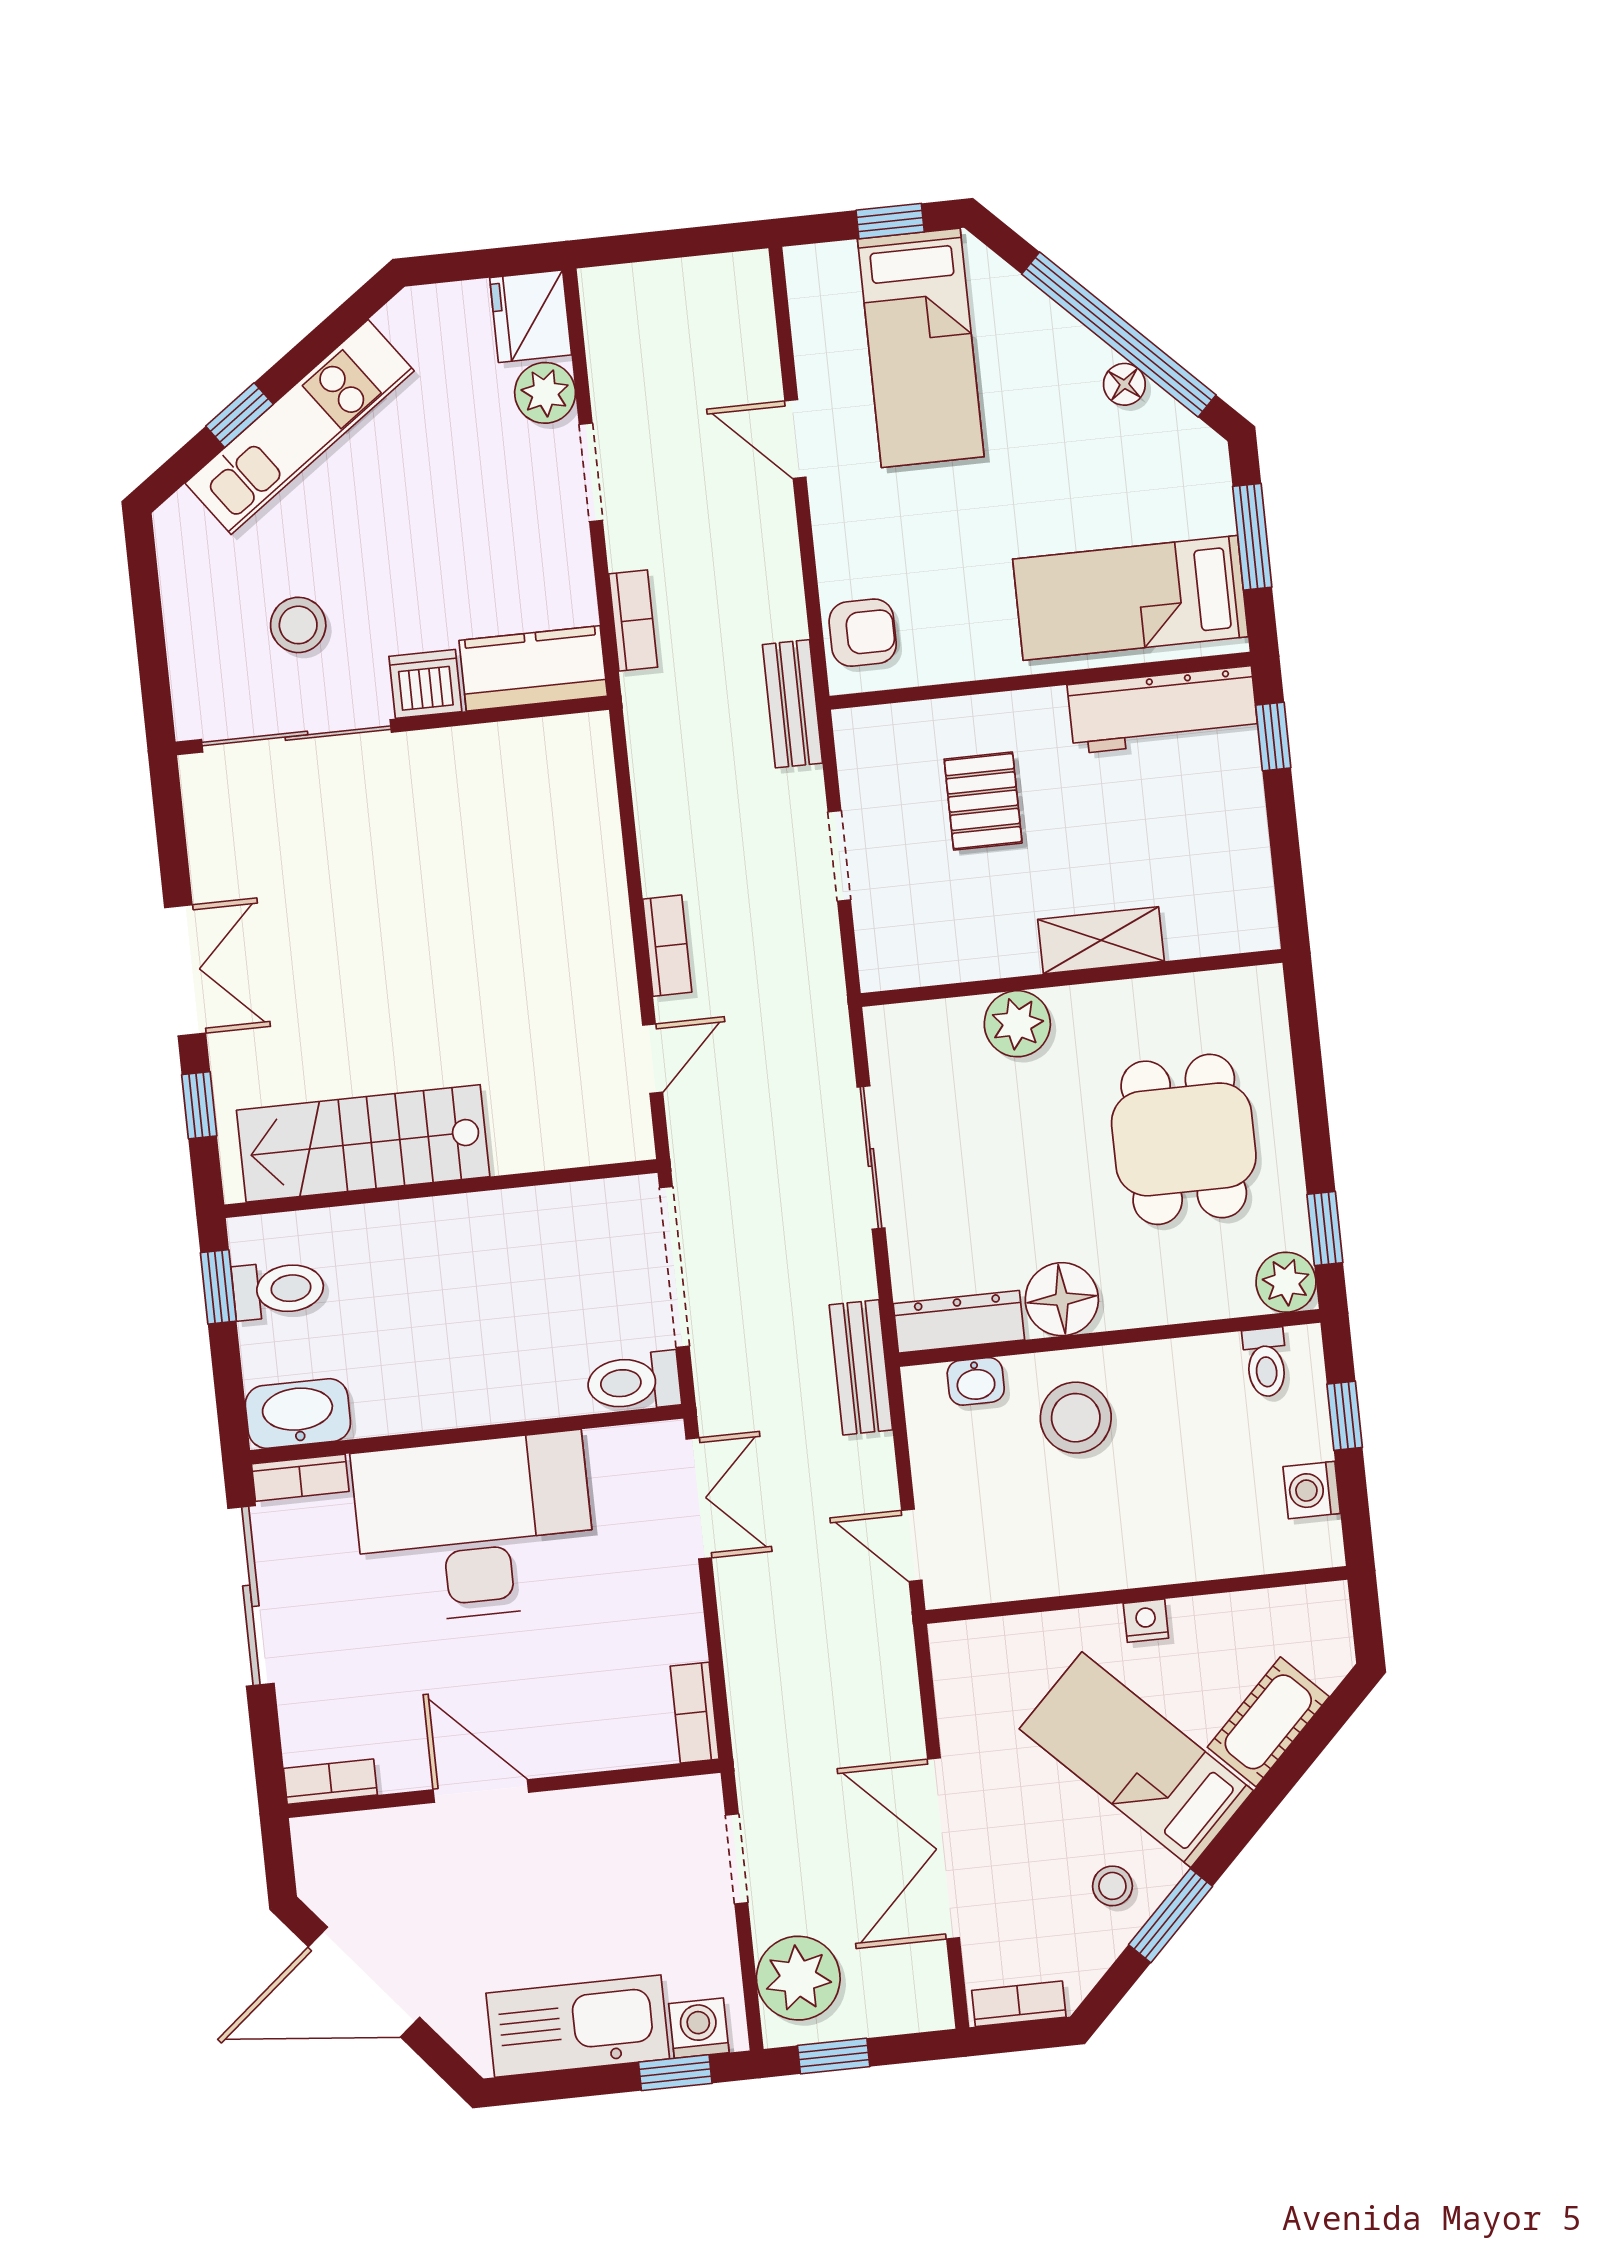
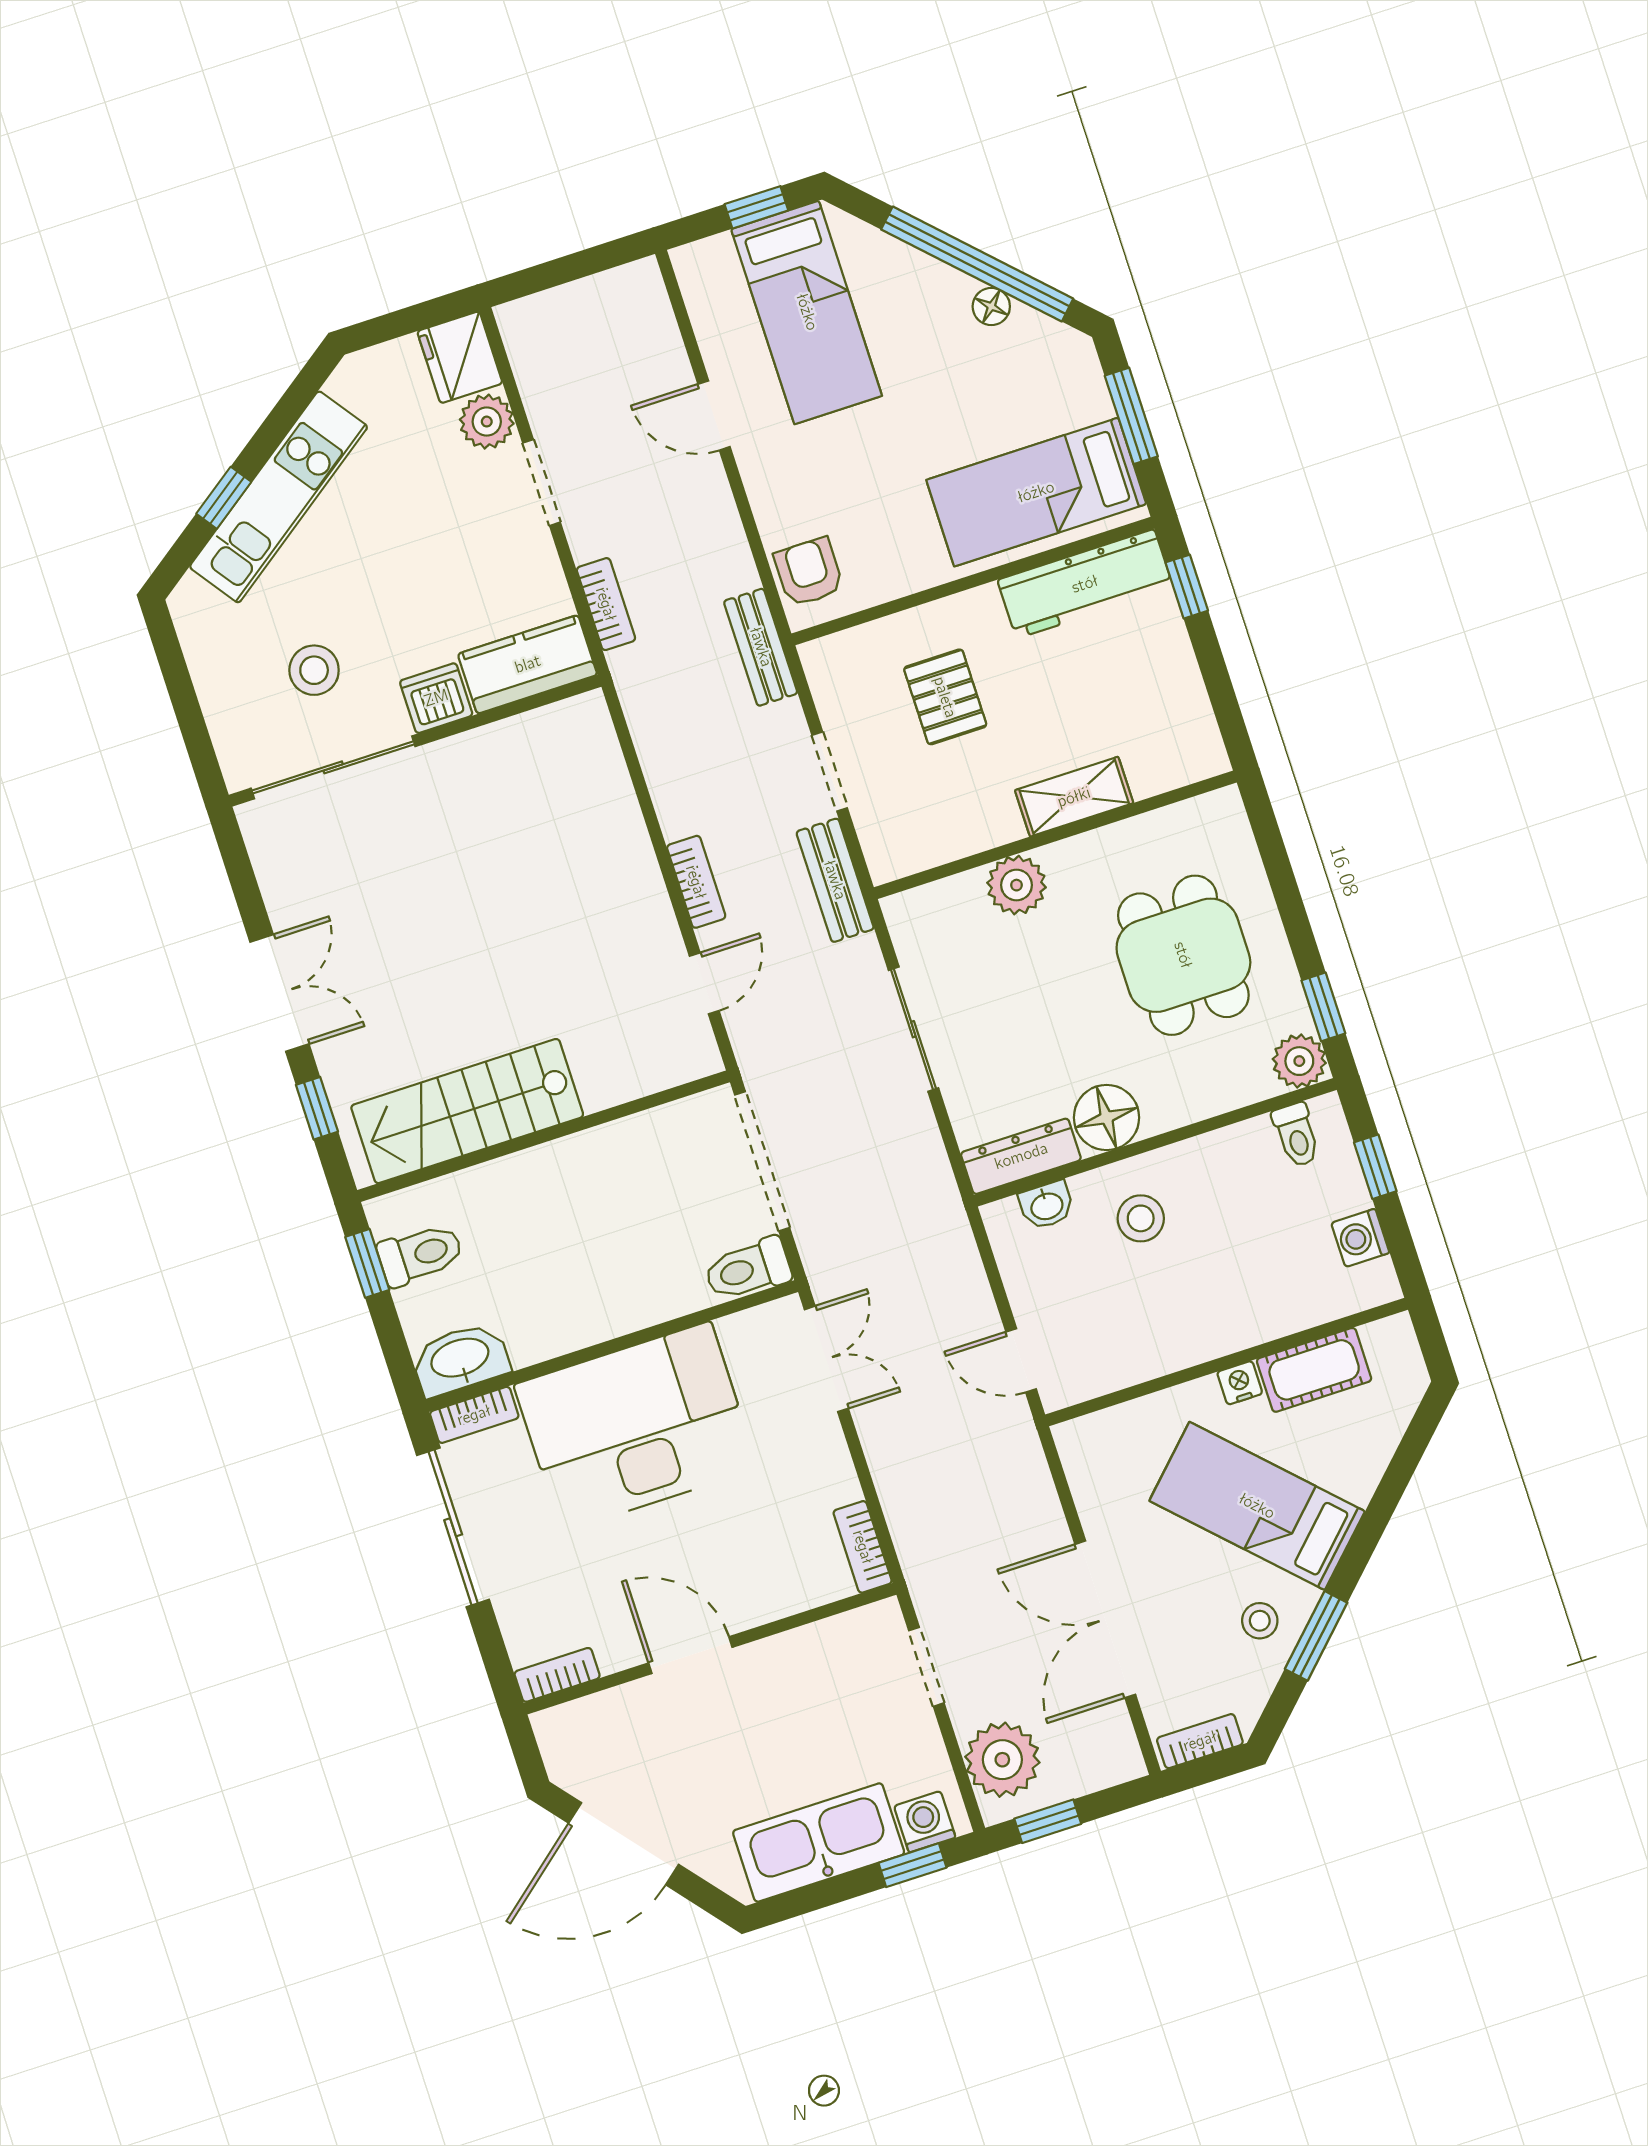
armchair: (863, 633) -> (809, 572), turned -90
bench: (861, 1367) -> (835, 880), moved
stool: (1076, 1418) -> (1141, 1218), width x0.73, depth x0.73
cot: (1268, 1722) -> (1314, 1370), moved, turned 45

